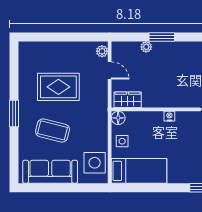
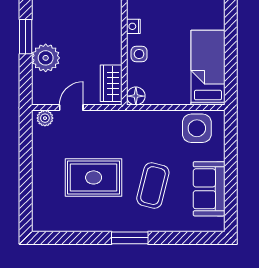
plant: (146, 47) -> (46, 58), width x1.88, depth x1.88
rug: (58, 87) -> (94, 177), turned 90
side table: (122, 141) -> (139, 54), moved
sofa: (50, 172) -> (209, 189), width x0.73

